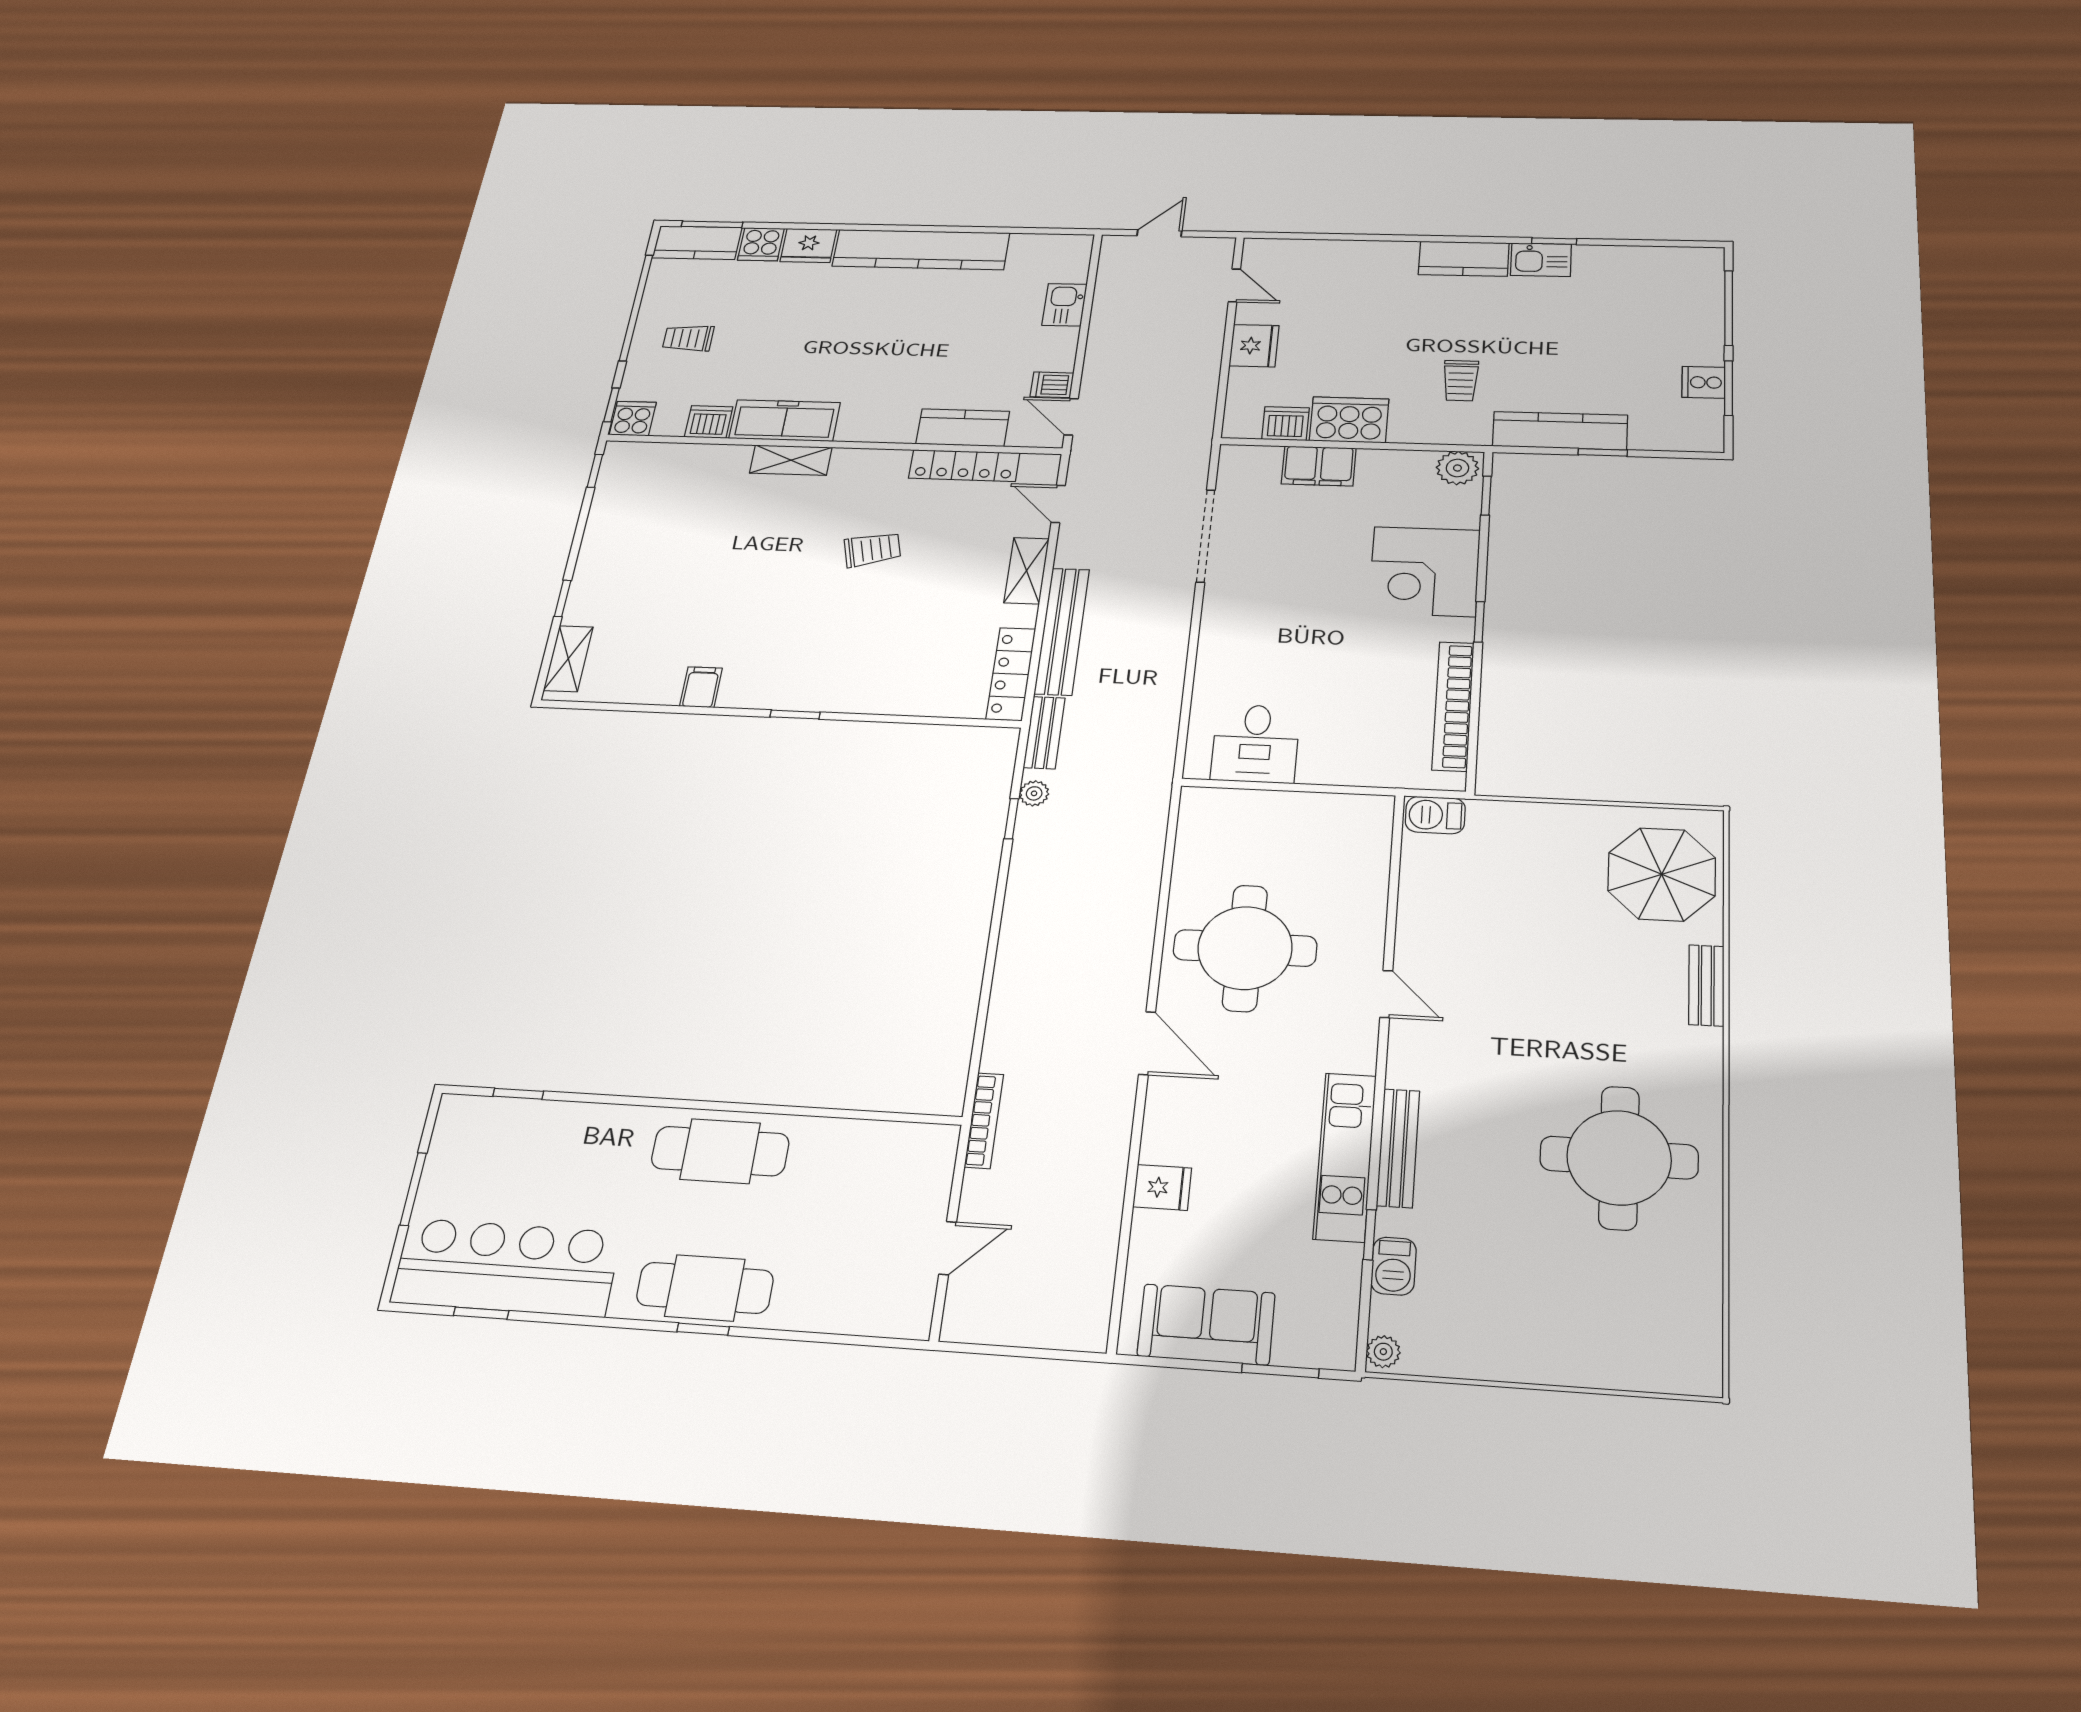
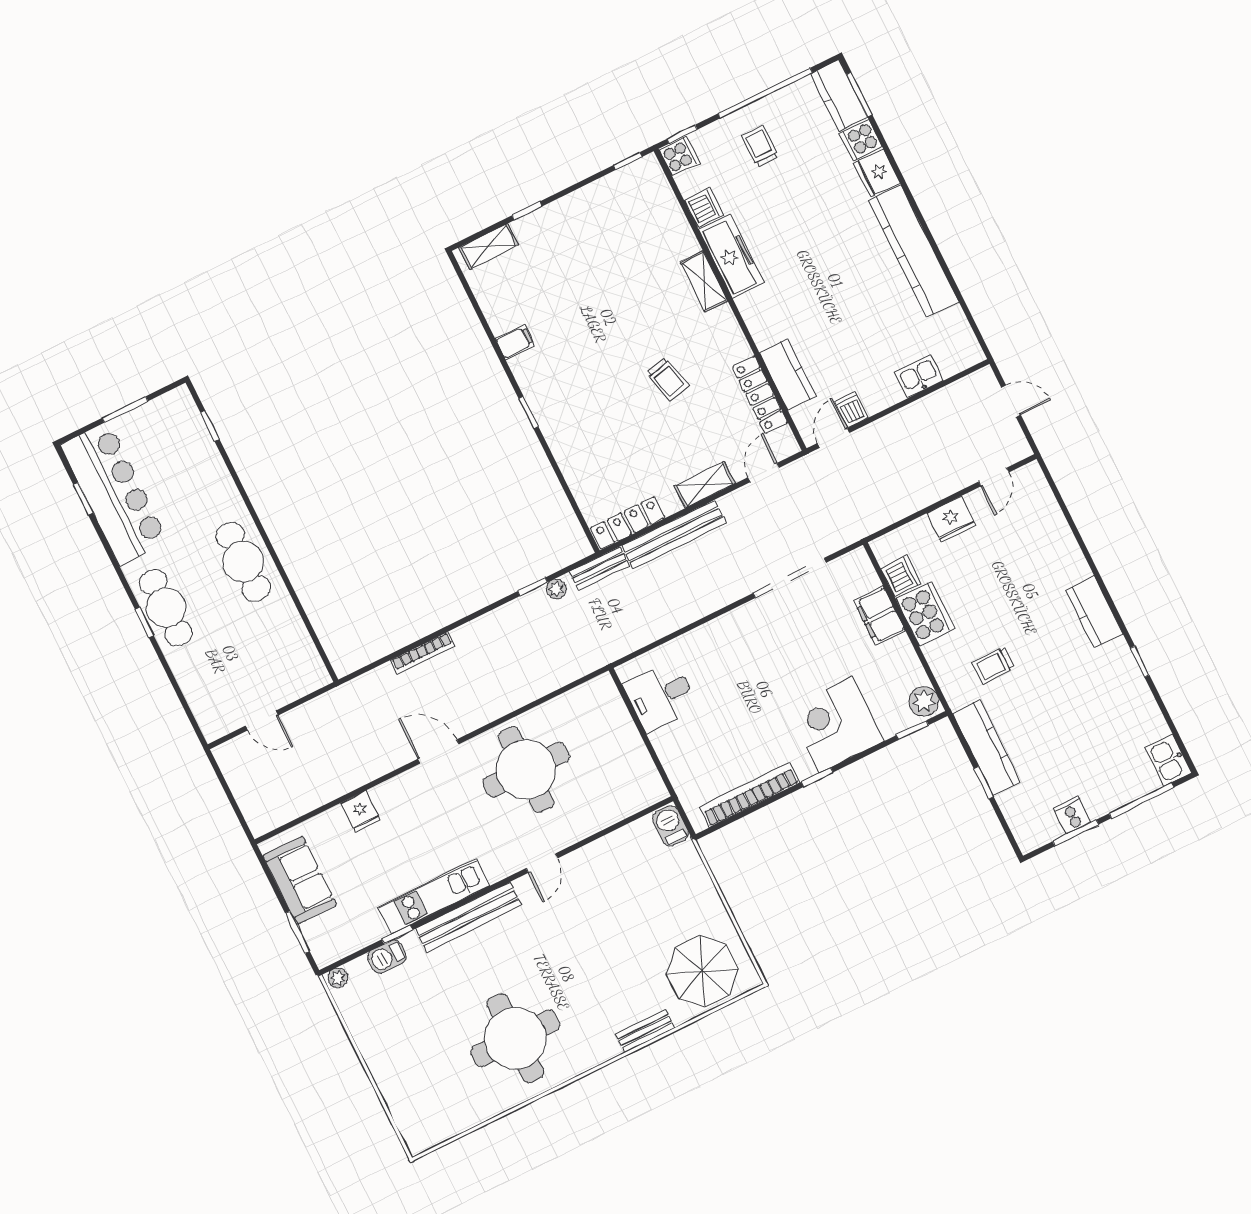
kitchen sink: (1541, 260) -> (1168, 760), moved
door: (1147, 1043) -> (438, 752), swing flipped
bookcase: (984, 1120) -> (423, 653), moved
bench: (1398, 1148) -> (468, 917), width x1.37, depth x1.21

